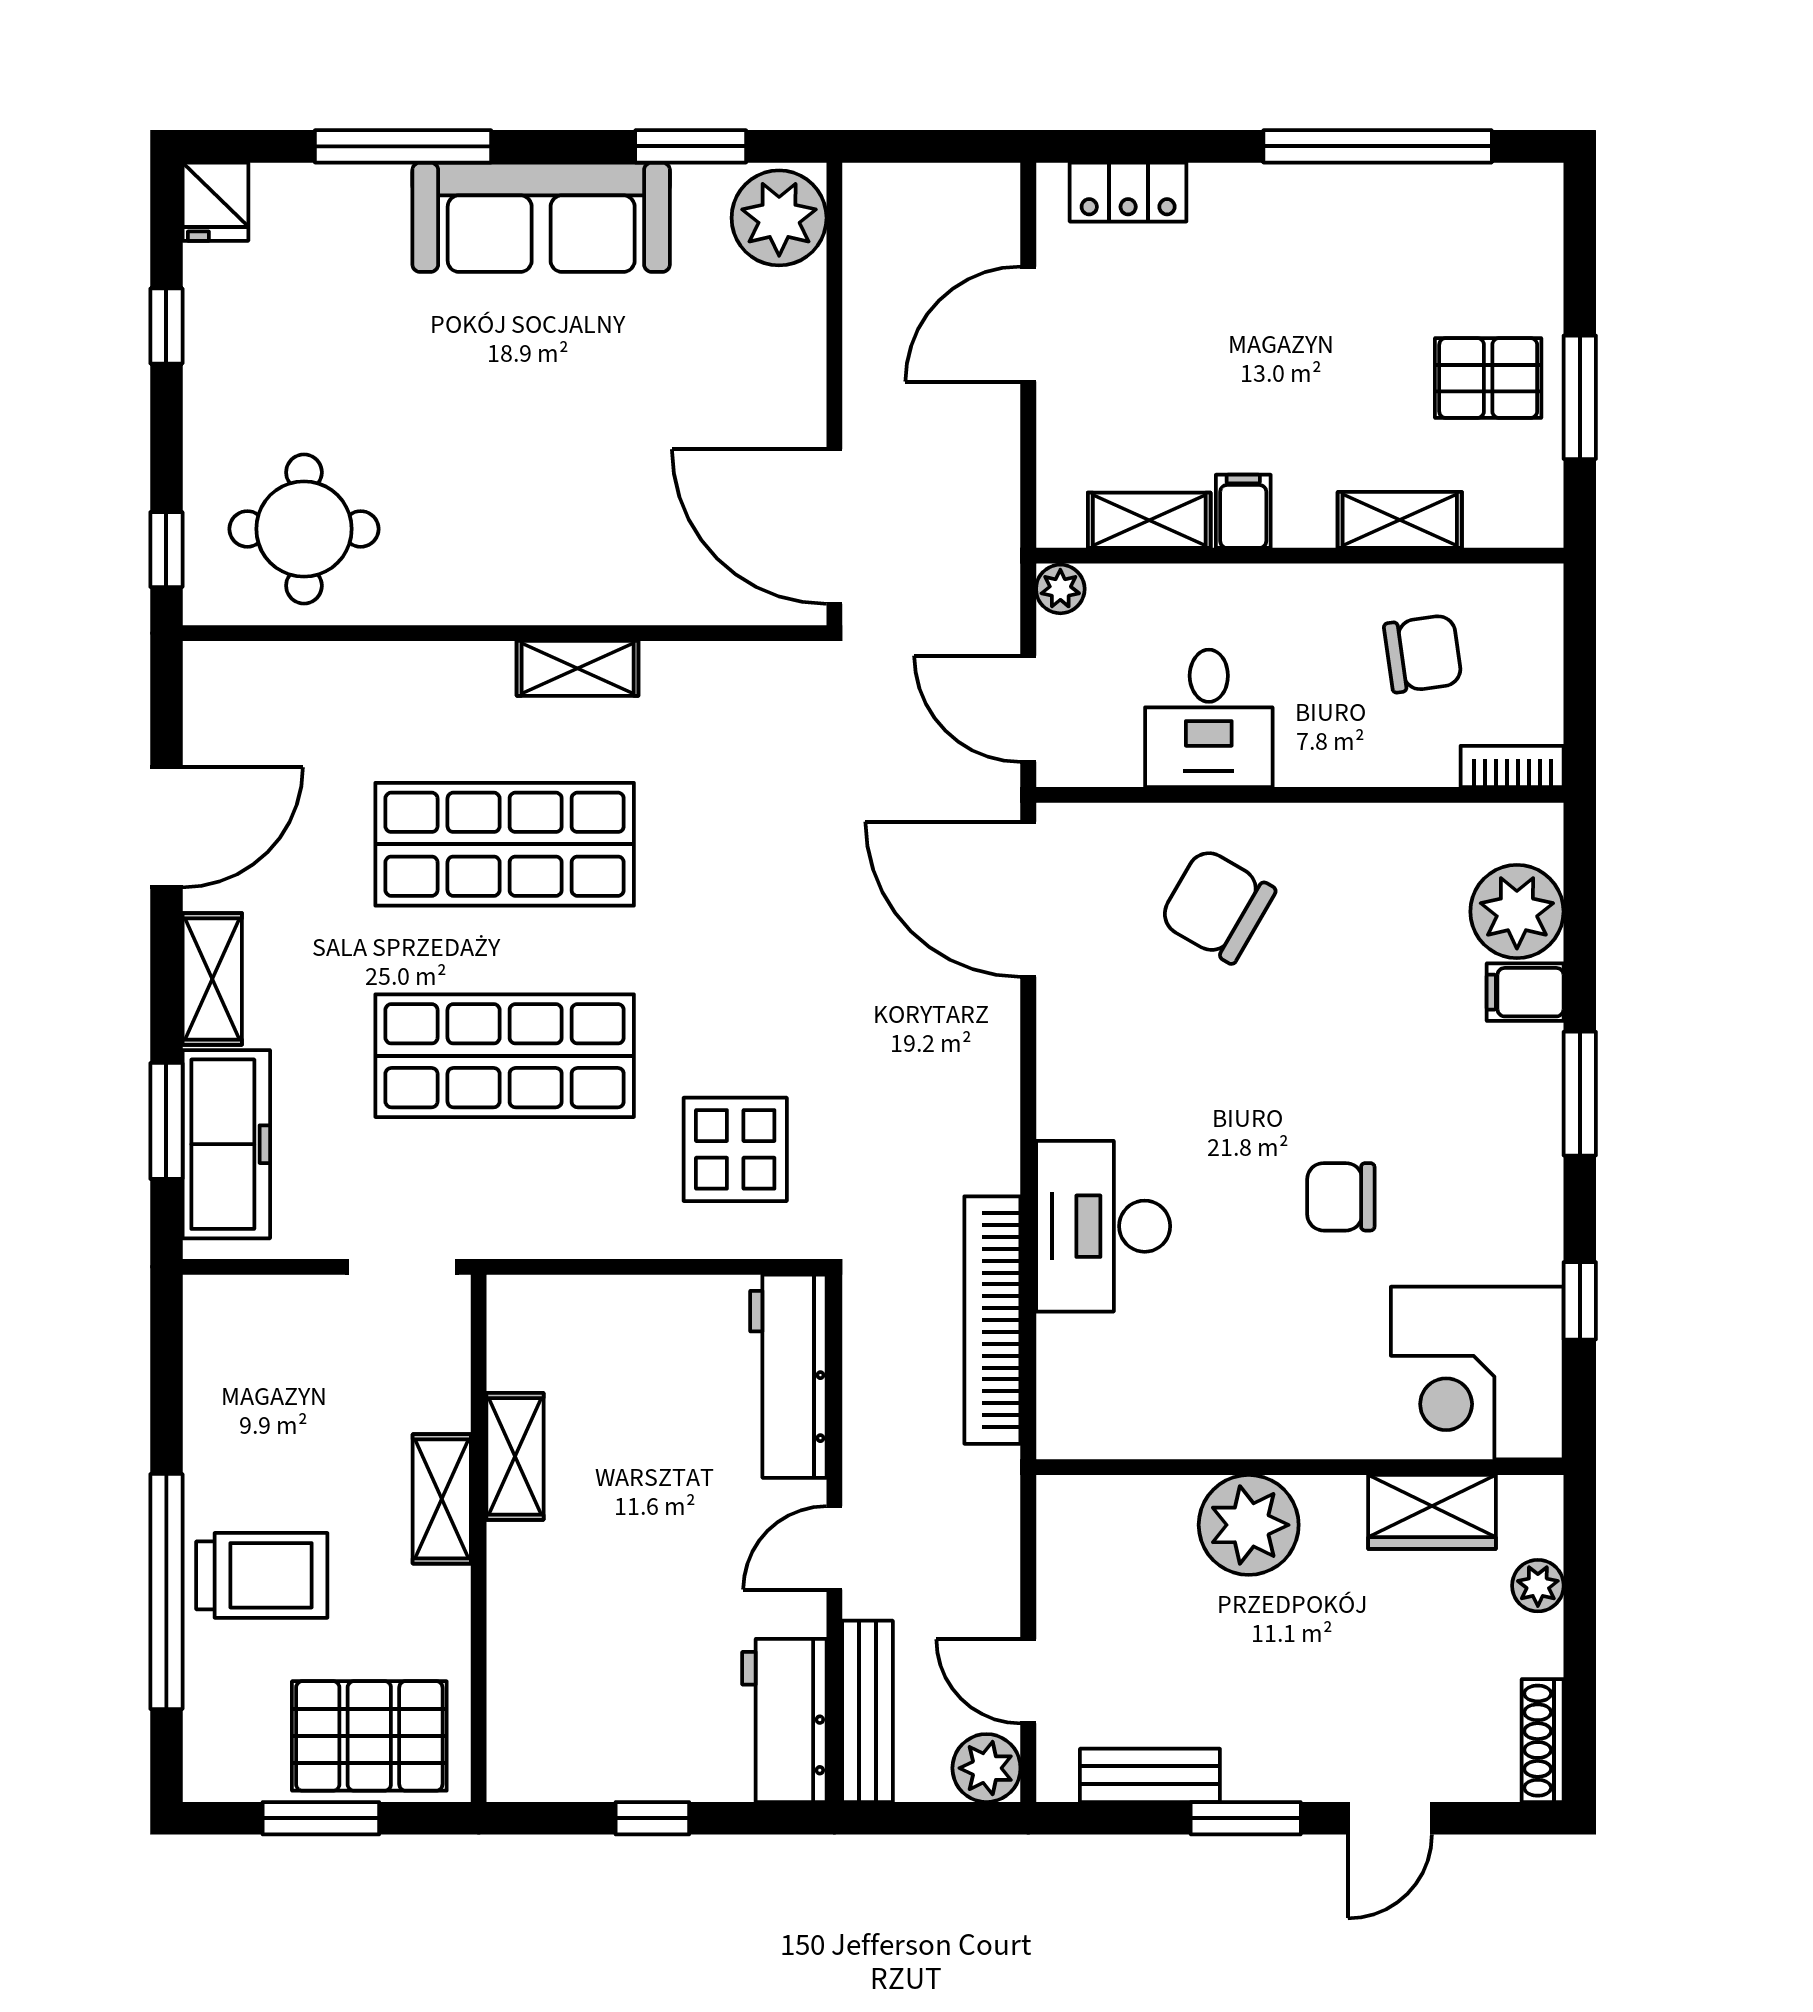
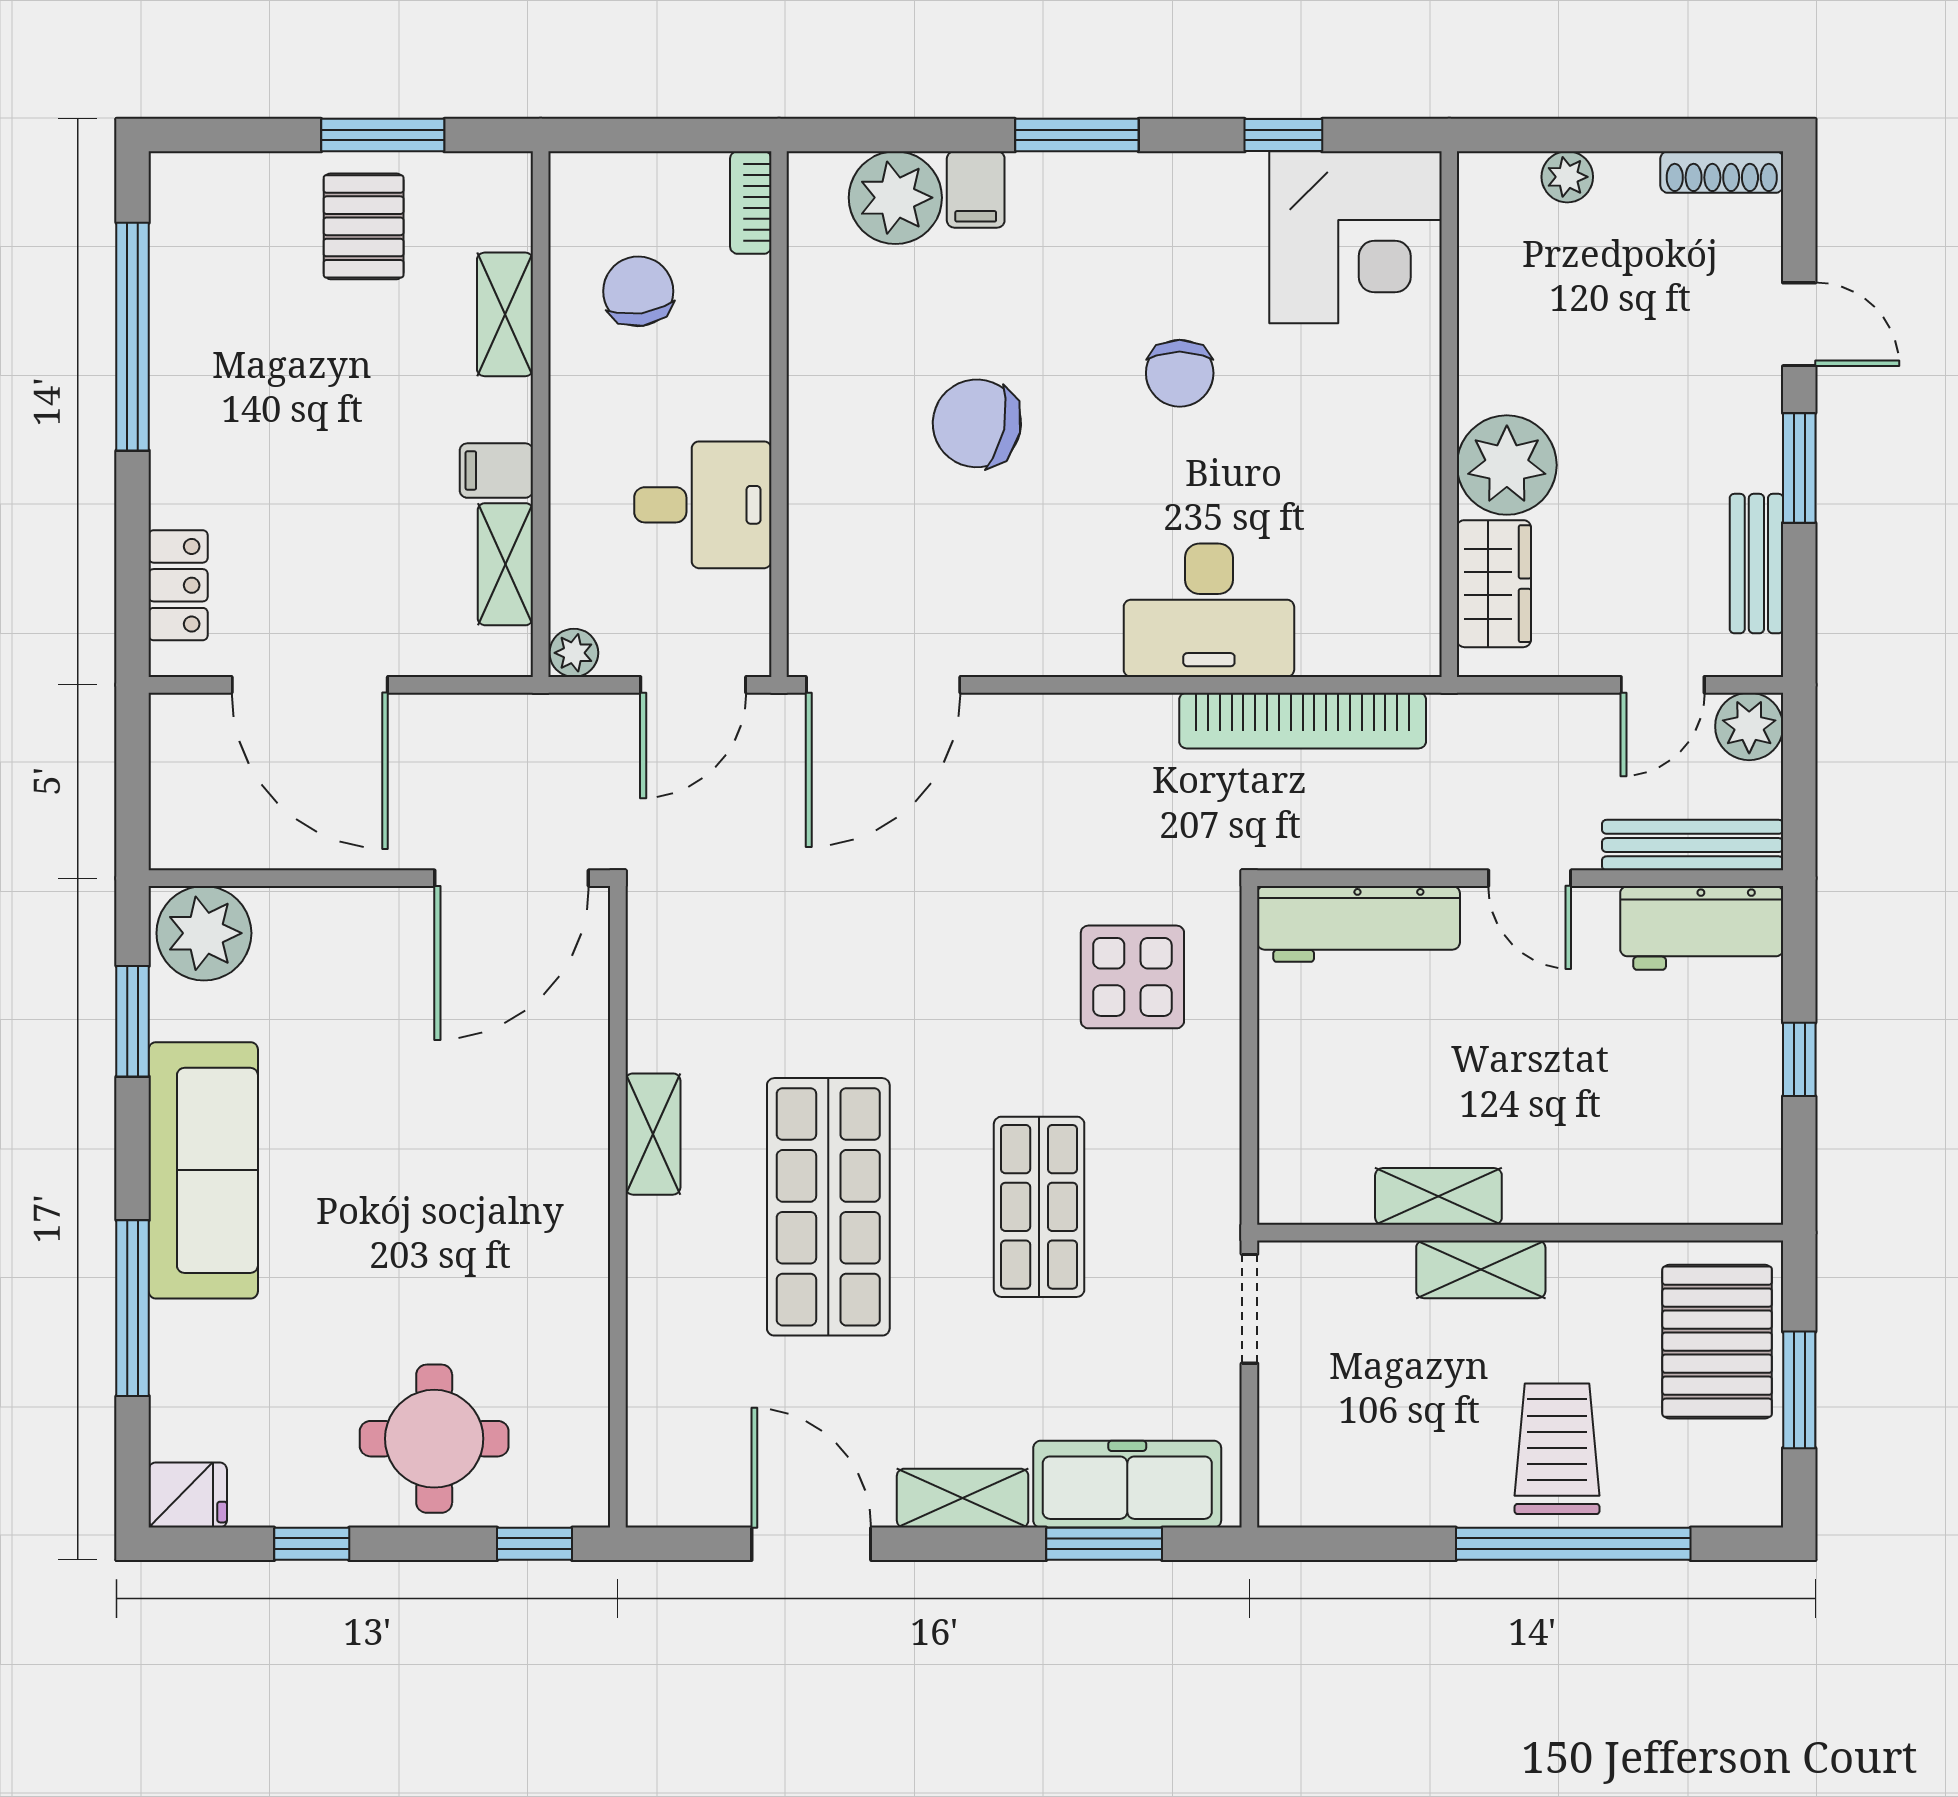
door: (1028, 324) -> (310, 685), width x1.36
round table: (304, 529) -> (434, 1439), moved
chair: (1217, 906) -> (977, 423), moved, turned 72
shop shelf: (505, 1056) -> (1039, 1207), width x0.70, depth x0.74
wardrobe: (1432, 1512) -> (1494, 584), moved

